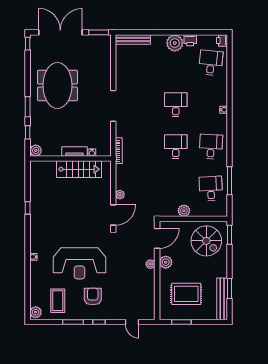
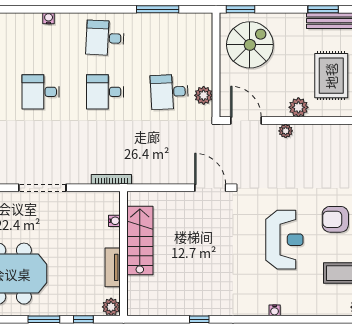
tv unit: (75, 152) -> (113, 267), moved
desk: (211, 188) -> (169, 92), moved
plant: (120, 195) -> (179, 178), removed
plant: (184, 211) -> (204, 95), moved
plant: (166, 262) -> (298, 107), moved
reception desk: (79, 263) -> (284, 240), width x0.74, depth x0.77

